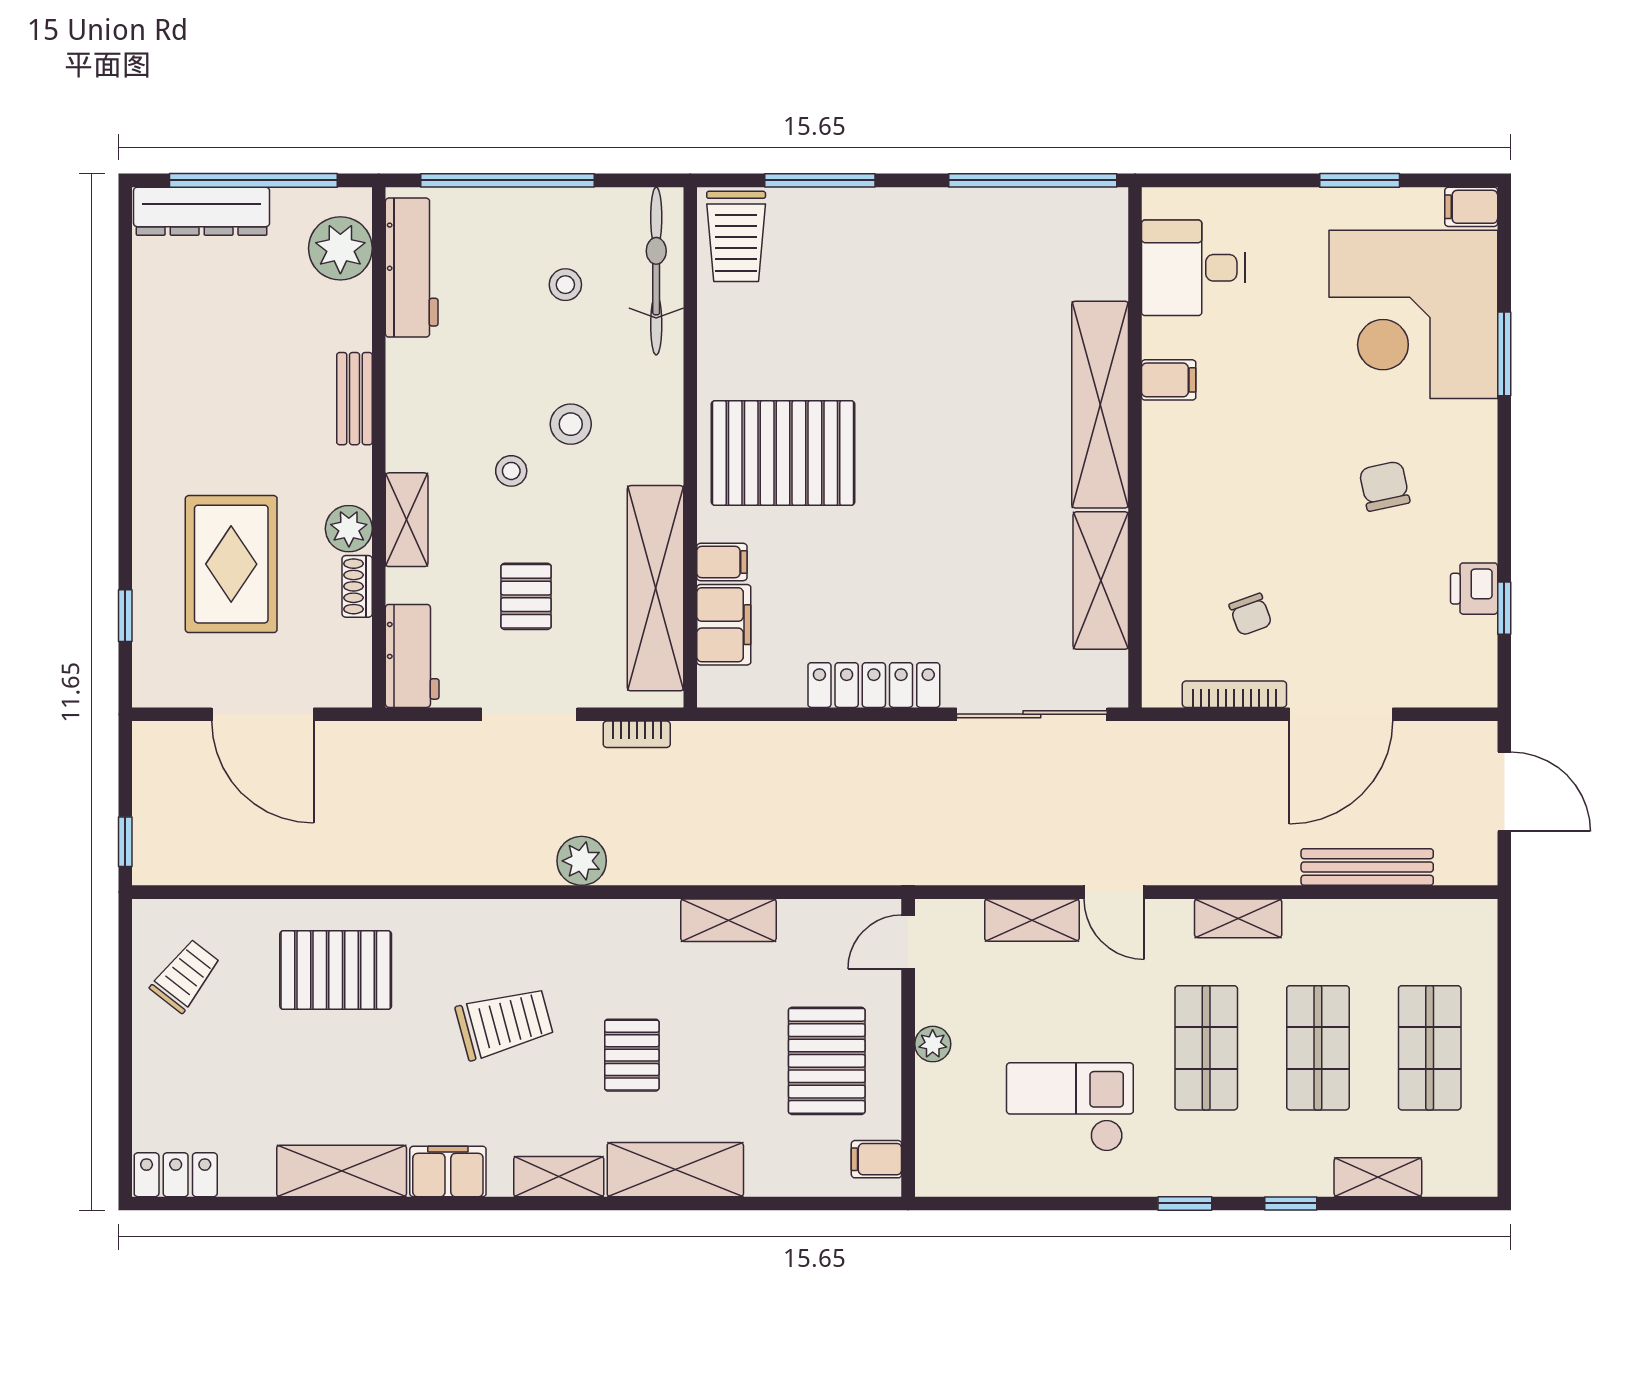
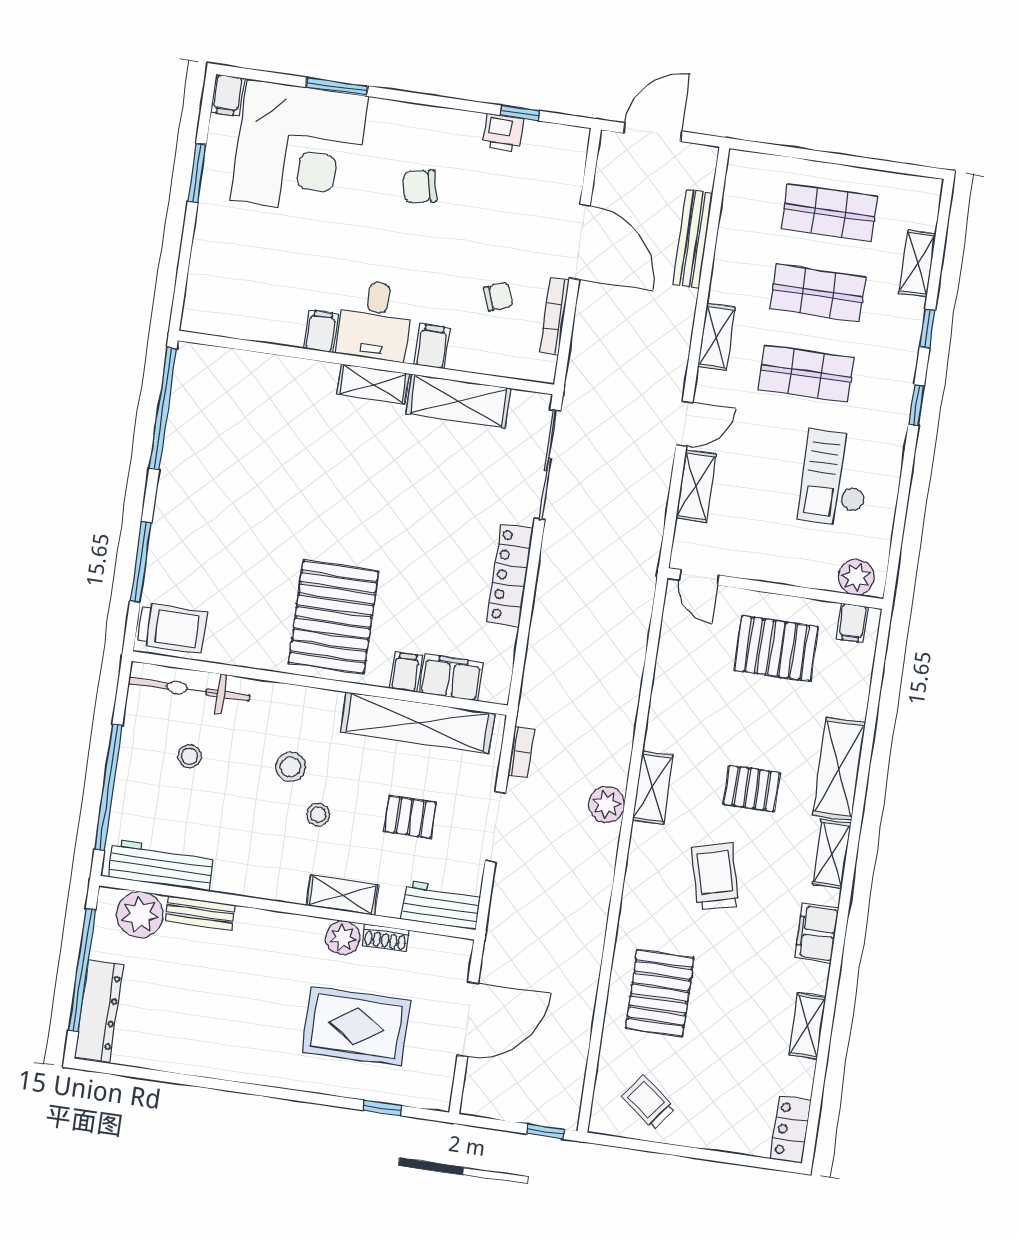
desk: (1193, 268) -> (375, 321), moved
bench: (354, 399) -> (200, 913), moved
shelving: (1100, 405) -> (373, 384), width x0.45, depth x0.75
filing cabinet: (1170, 534) -> (432, 346), added
shelving: (729, 920) -> (653, 788), moved
plant: (933, 1044) -> (856, 577), moved, width x1.38, depth x1.38
shelving: (342, 1171) -> (808, 1026), width x0.67, depth x0.75

